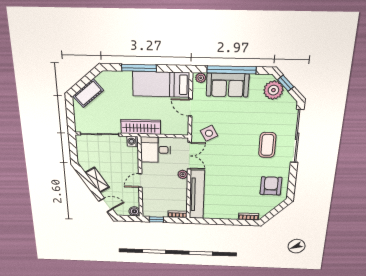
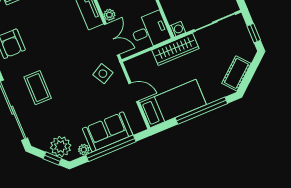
window: (139, 68) -> (201, 111), width x1.46
plant: (201, 78) -> (84, 150), moved
cot: (88, 93) -> (236, 73), moved
window: (70, 112) -> (254, 33), added
double door: (189, 156) -> (112, 39), swing flipped

